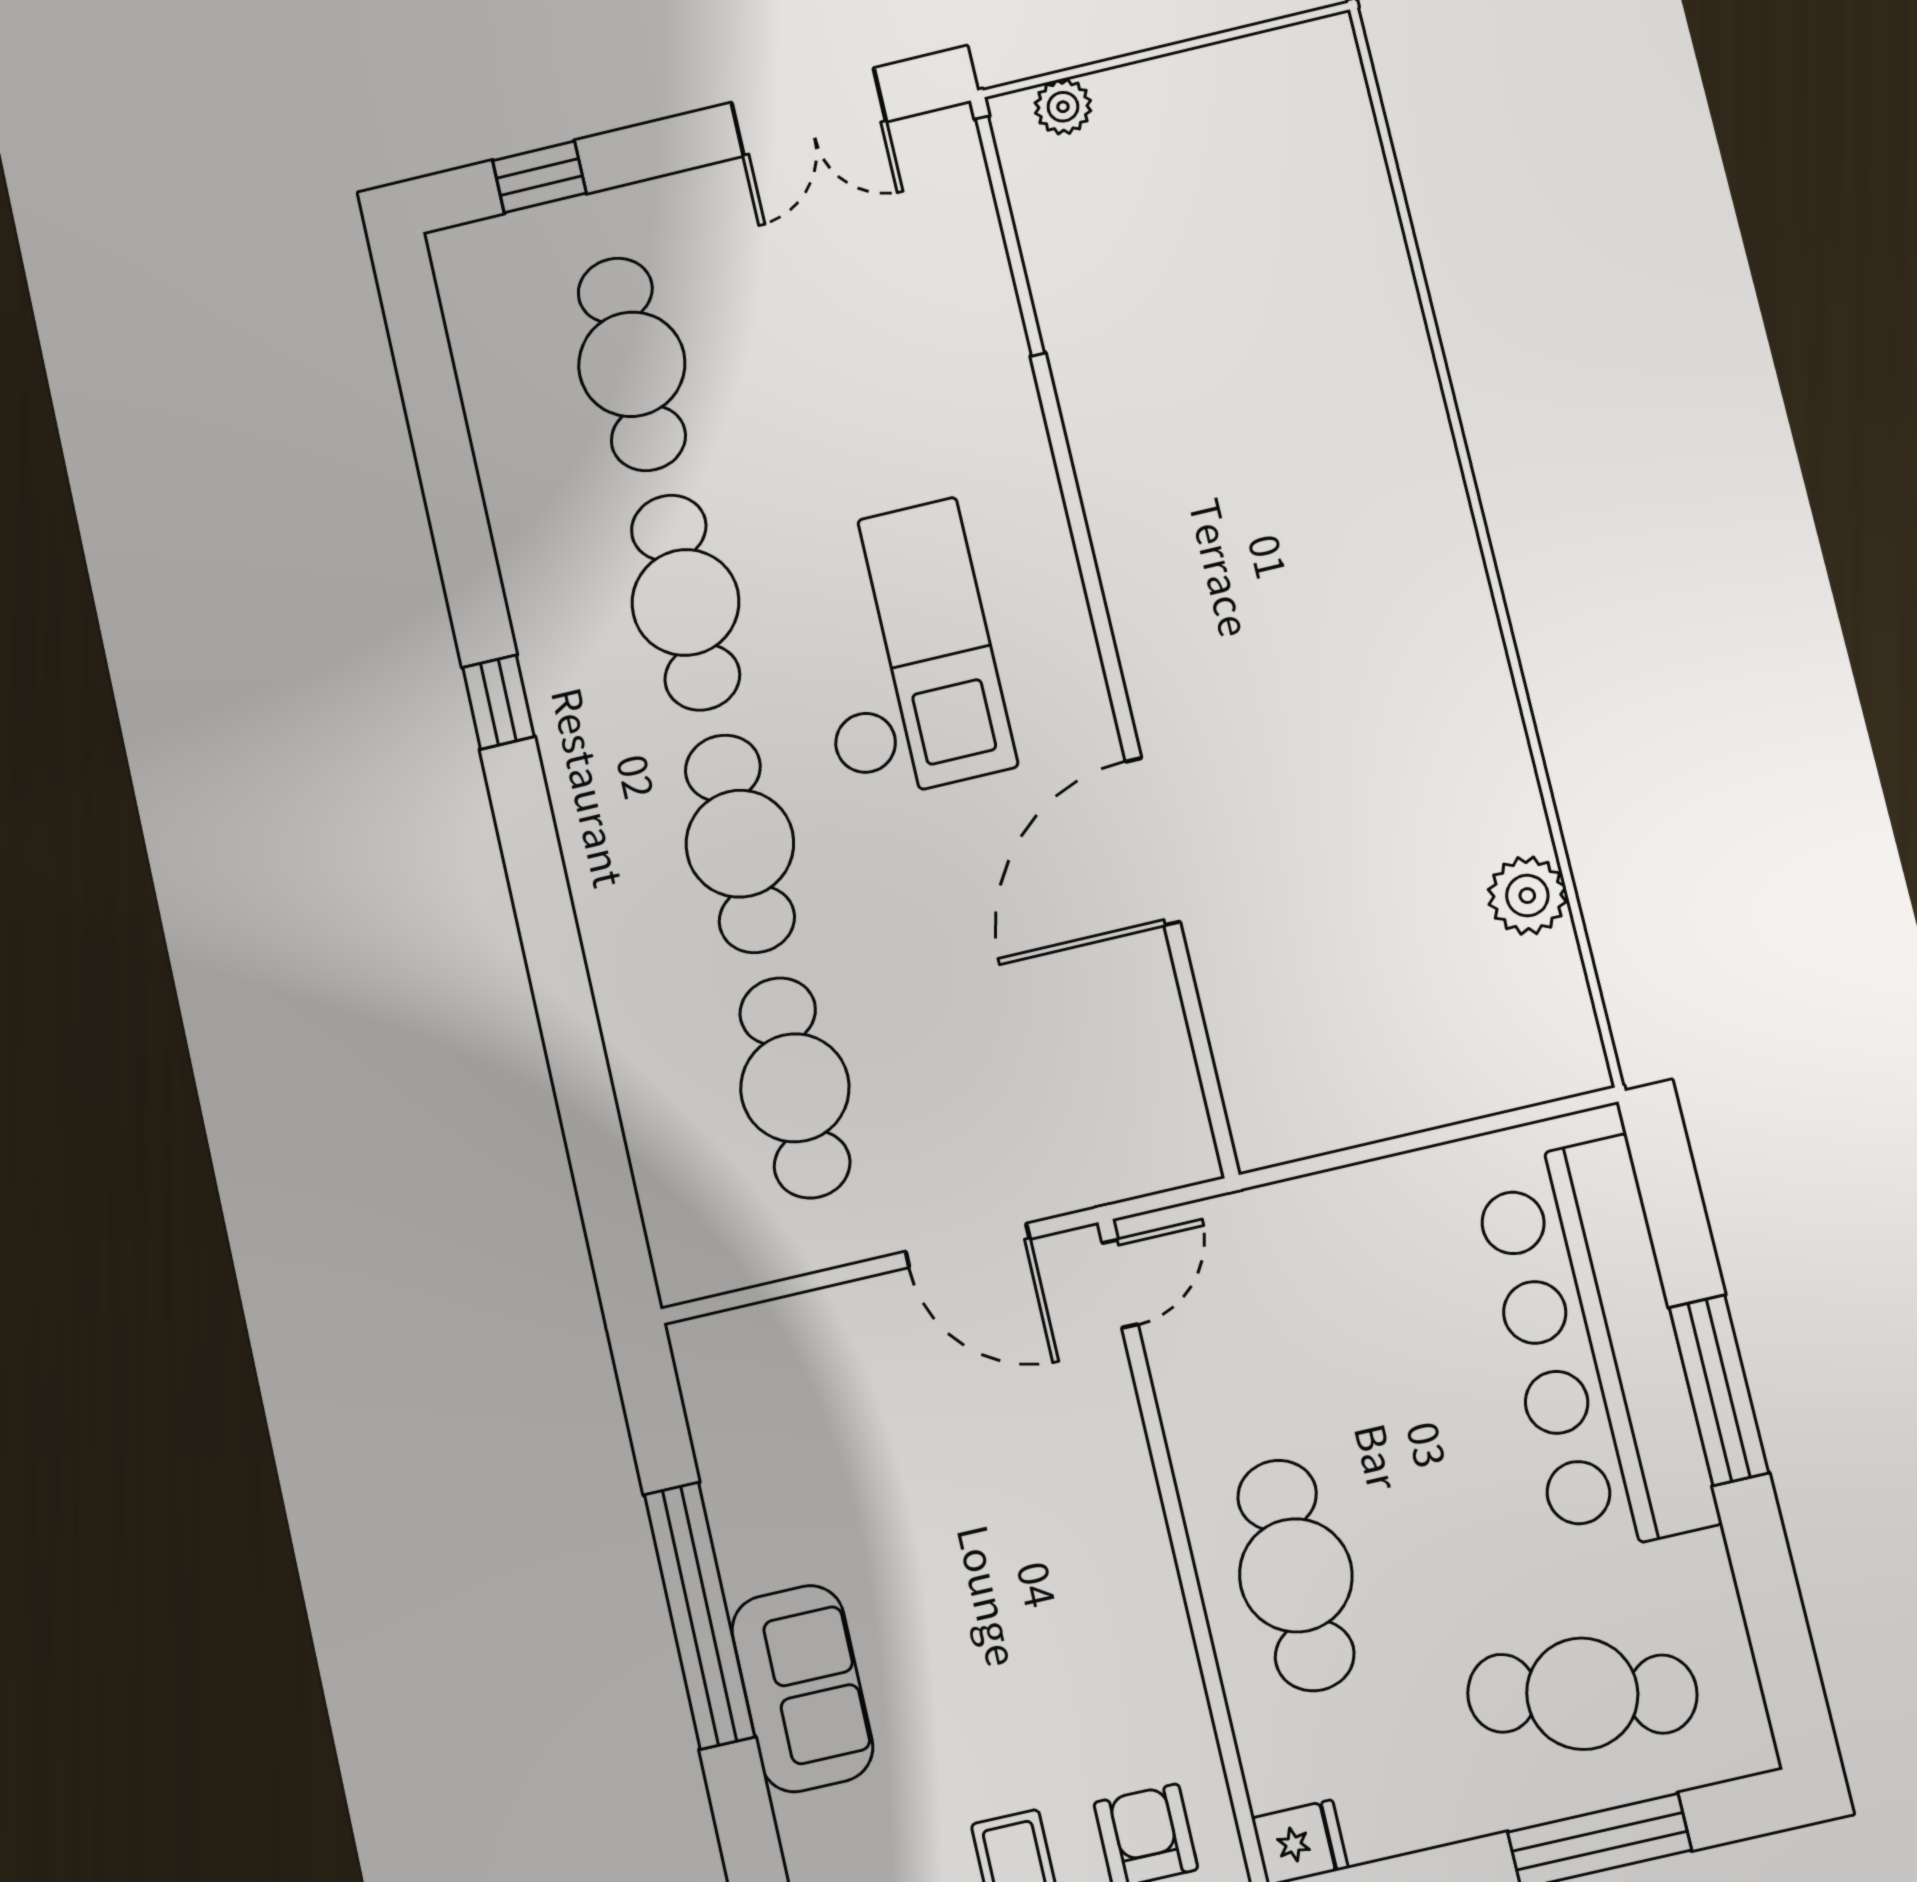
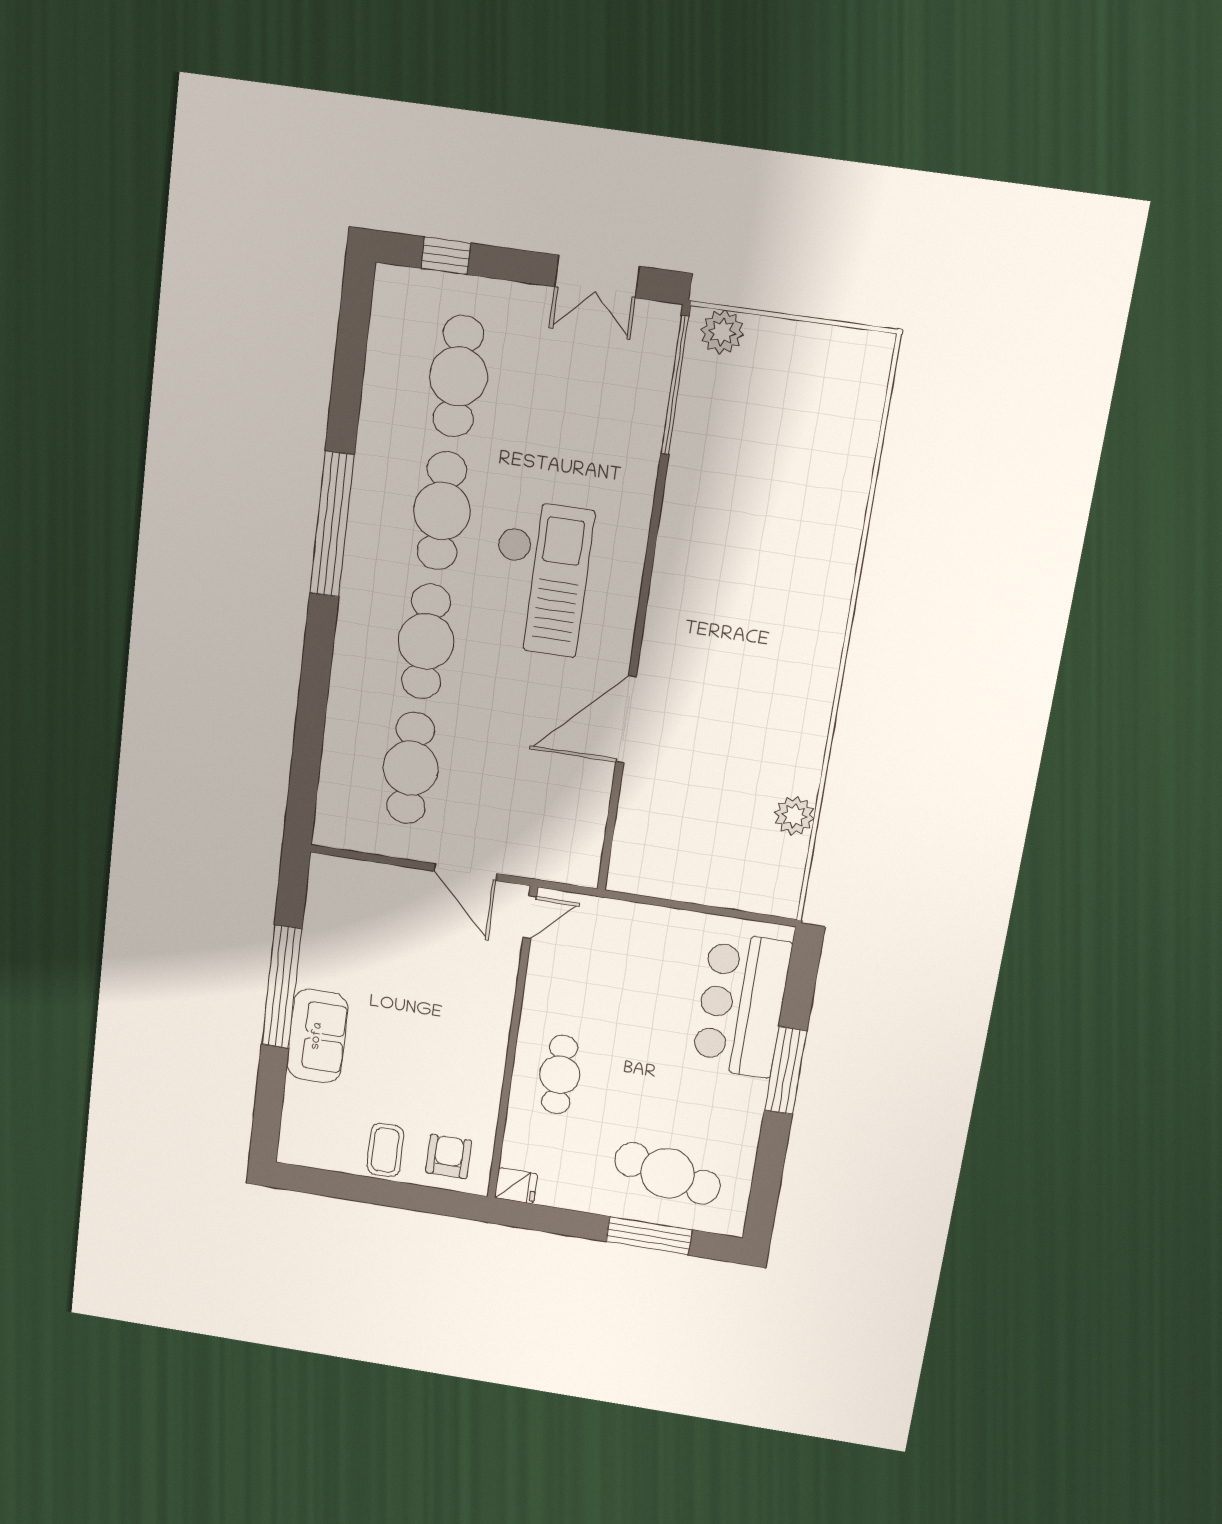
plant: (1063, 107) -> (722, 332), width x1.38, depth x1.38
window: (498, 702) -> (332, 524), width x3.17
bar counter: (1595, 1346) -> (742, 1005), width x0.73
cafe table: (1296, 1575) -> (560, 1075), width x0.73, depth x0.74

